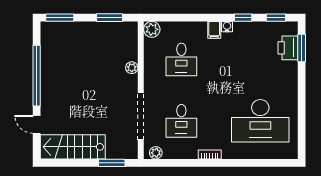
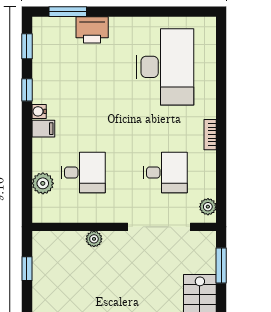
window: (109, 18) -> (27, 269), width x0.67
plant: (152, 29) -> (43, 183), moved
printer: (288, 48) -> (92, 30), moved

